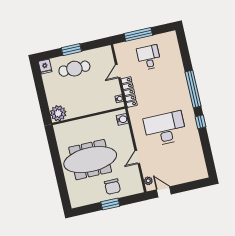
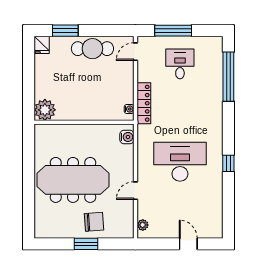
window: (71, 50) -> (65, 31), moved
cafe table: (74, 69) -> (92, 49), moved
door: (118, 71) -> (135, 52), moved
window: (193, 89) -> (228, 77), moved
chair: (112, 187) -> (94, 222), turned -94
door: (164, 192) -> (188, 244), moved

